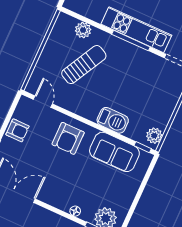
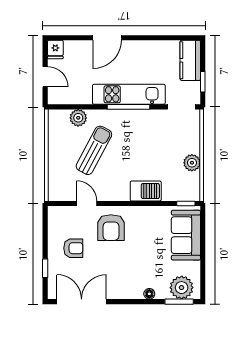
door: (43, 102) -> (87, 203), moved
armchair: (17, 130) -> (73, 248), moved
plant: (154, 136) -> (192, 163), moved
sofa: (114, 152) -> (186, 235), moved, turned 90

